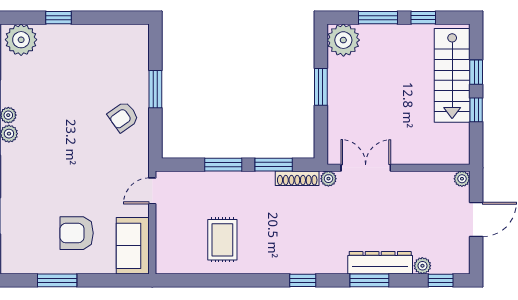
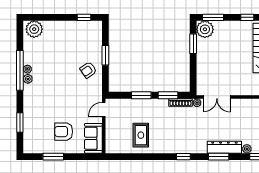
window: (59, 18) -> (84, 17), moved
window: (378, 18) -> (213, 17), moved
window: (321, 87) -> (193, 44), moved
double door: (366, 168) -> (217, 97), swing flipped

